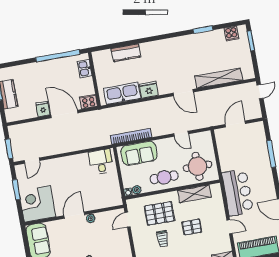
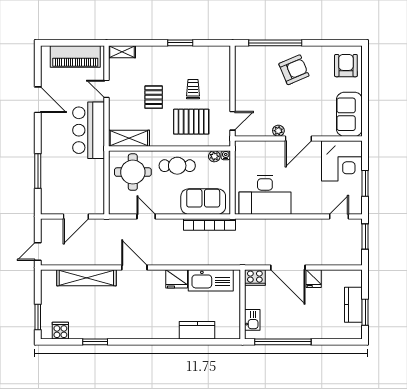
desk: (101, 162) -> (265, 195), width x1.87, depth x1.30
shelving: (194, 194) -> (129, 138), moved
pallet: (192, 227) -> (154, 97), turned 90

